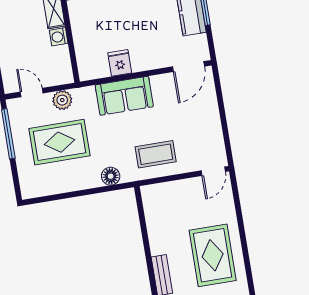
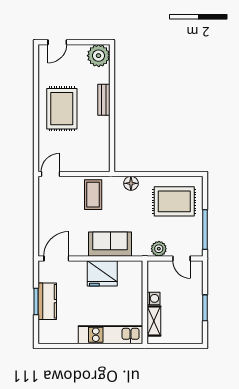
fridge: (120, 63) -> (102, 273), width x1.88, depth x1.34
rug: (59, 142) -> (174, 201), moved
coffee table: (156, 154) -> (93, 195), turned 90

